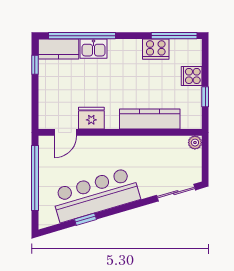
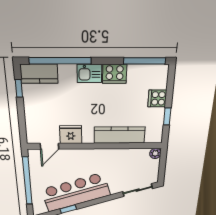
kitchen sink: (93, 49) -> (89, 73), moved
cooker: (156, 49) -> (115, 74), moved

